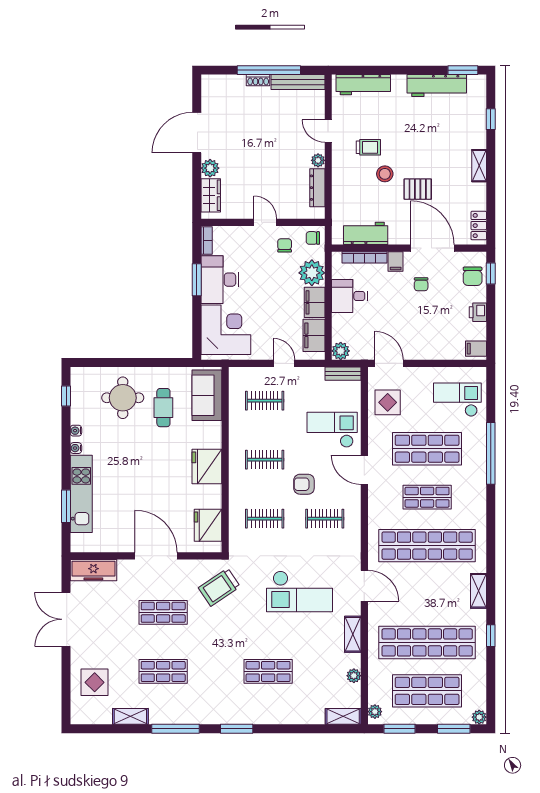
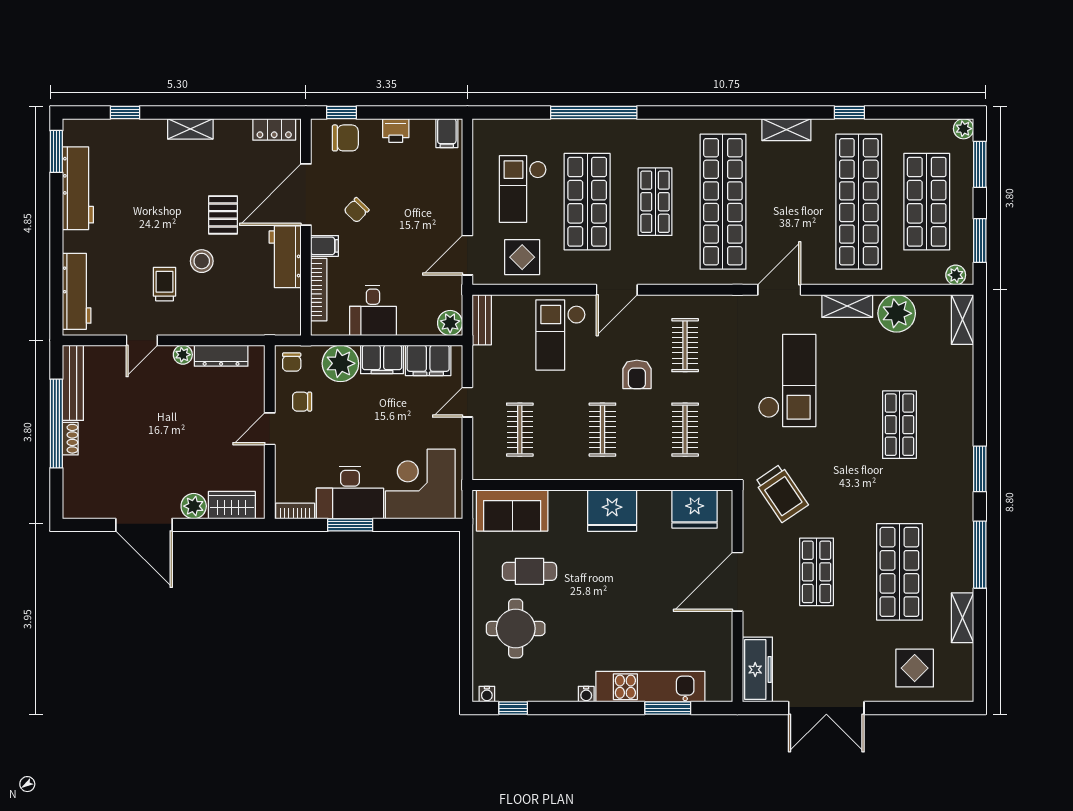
workbench: (366, 233) -> (285, 257), moved
chair: (421, 284) -> (357, 210), turned 134
checkout: (457, 400) -> (523, 189), moved
water cooler: (76, 431) -> (487, 694), moved
shop shelf: (163, 671) -> (899, 572), width x1.43, depth x1.36
plant: (354, 676) -> (897, 313), width x1.87, depth x1.87

